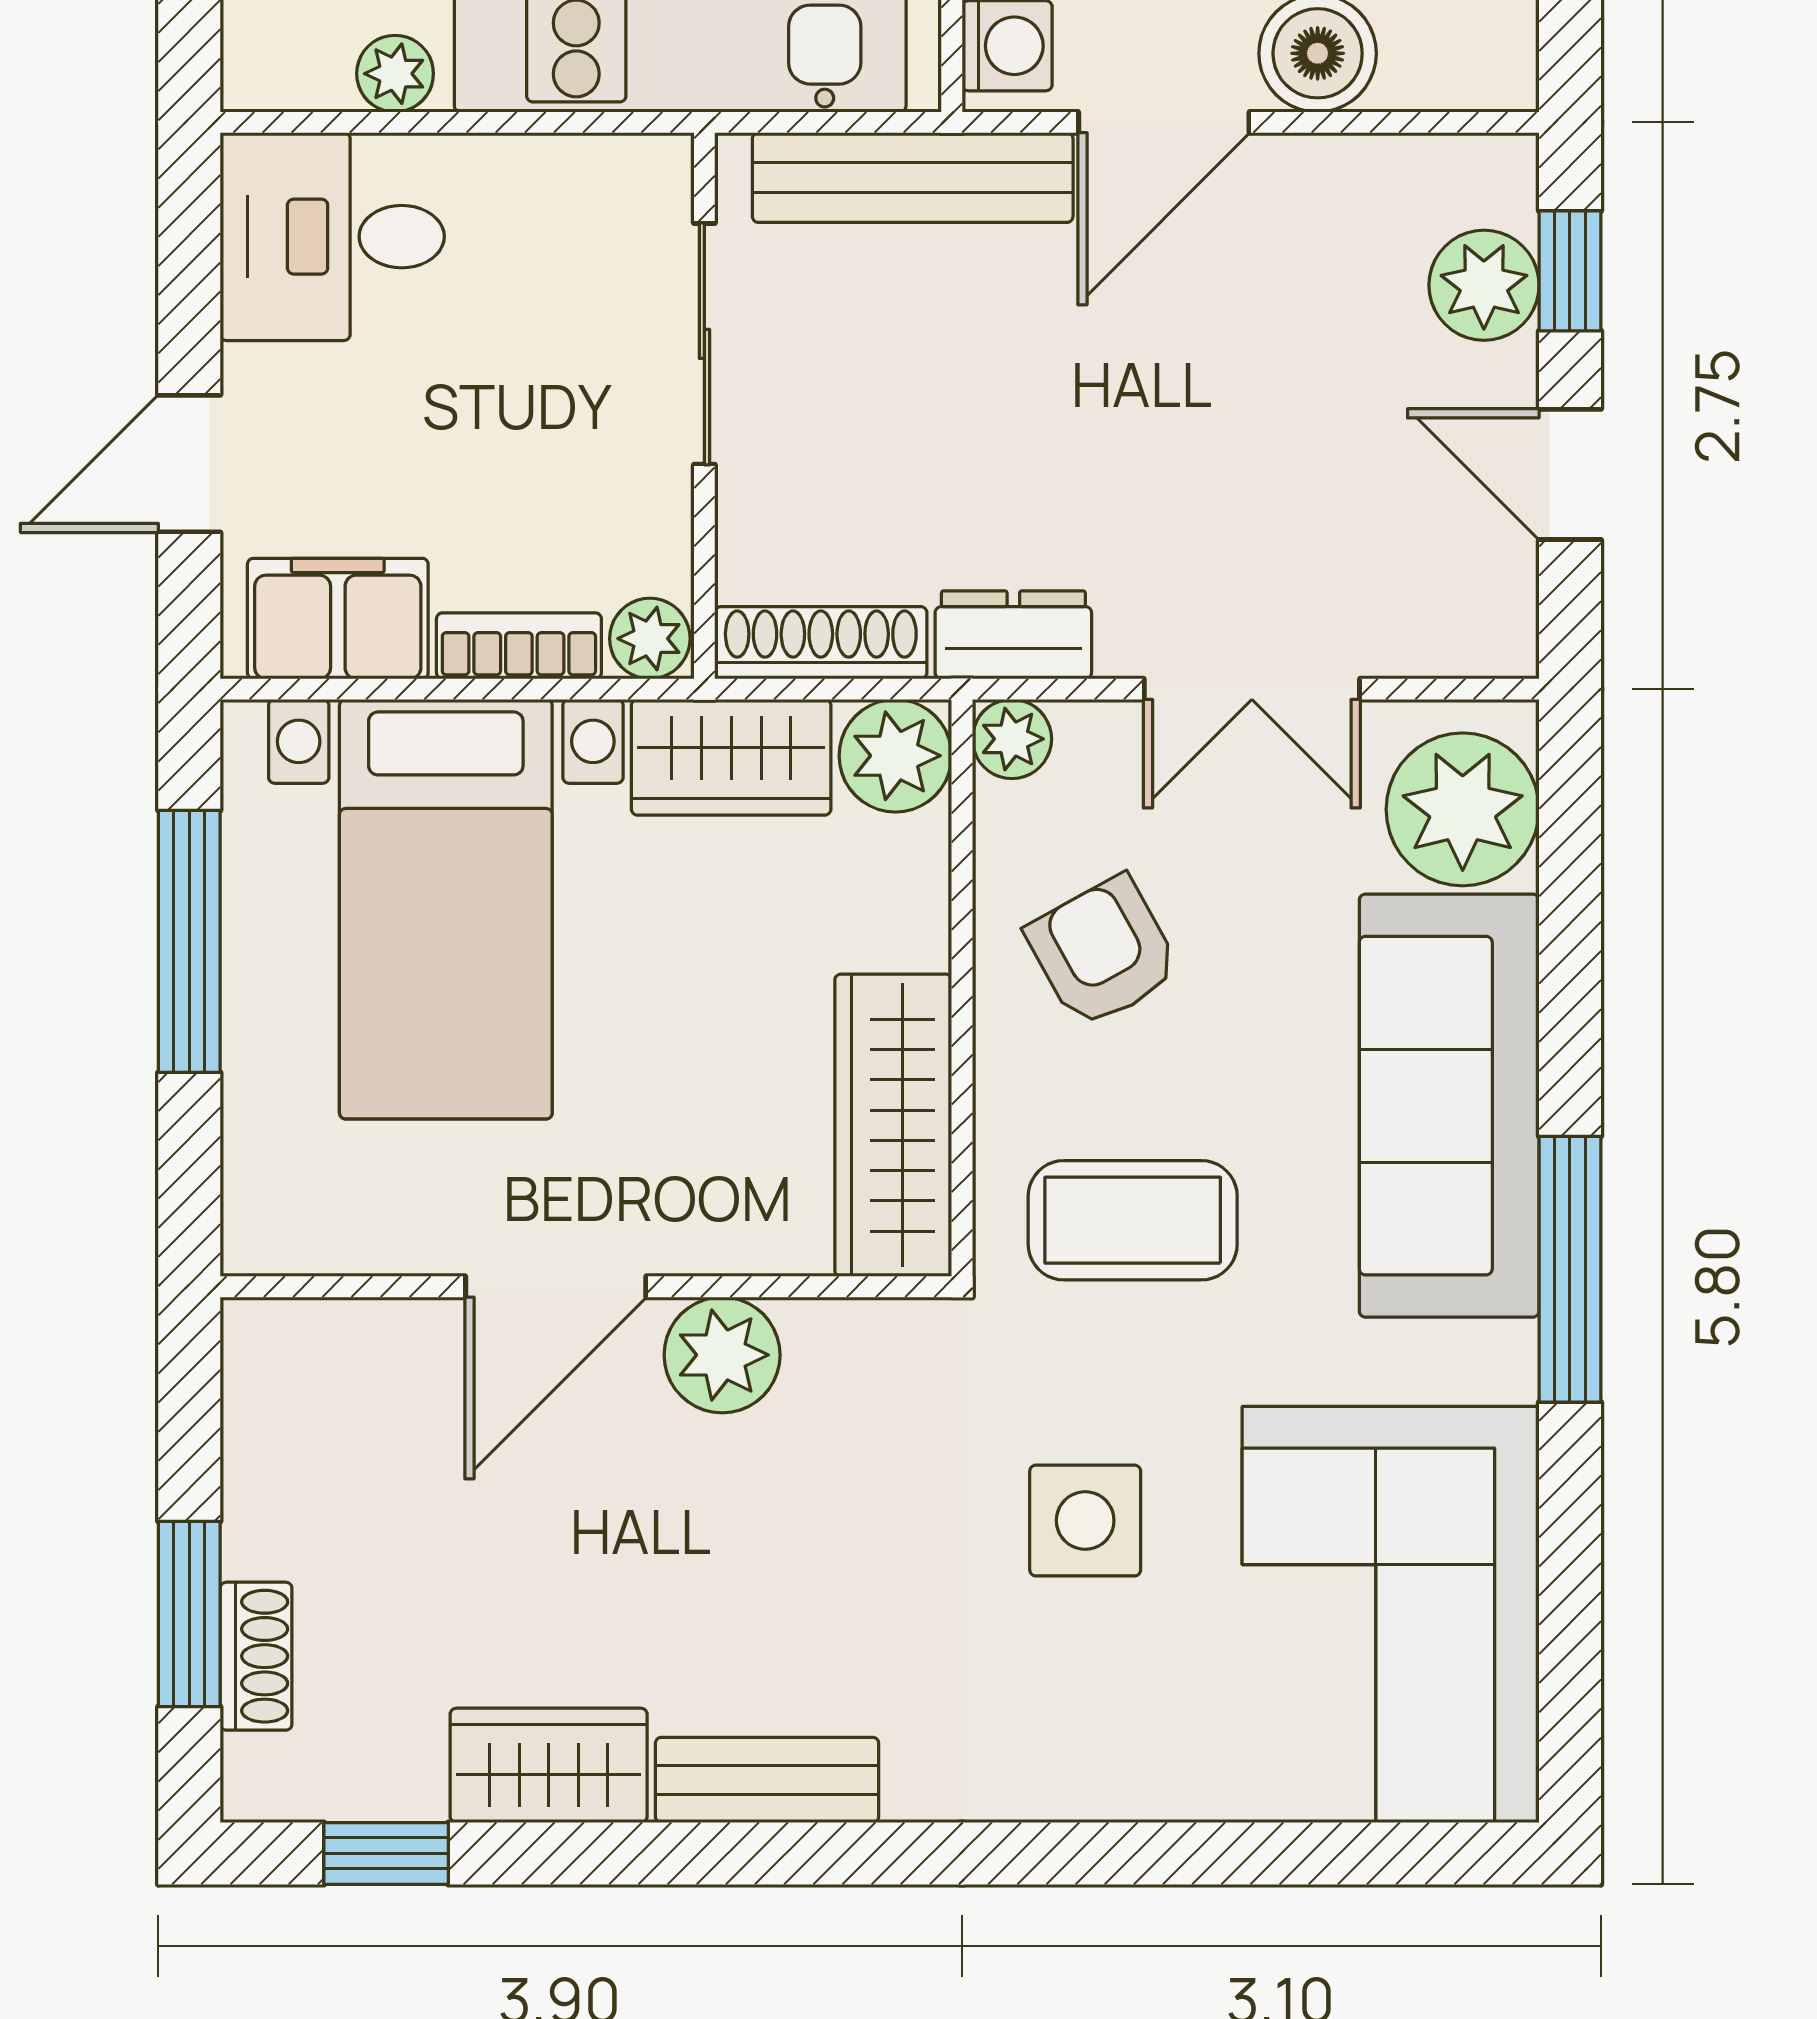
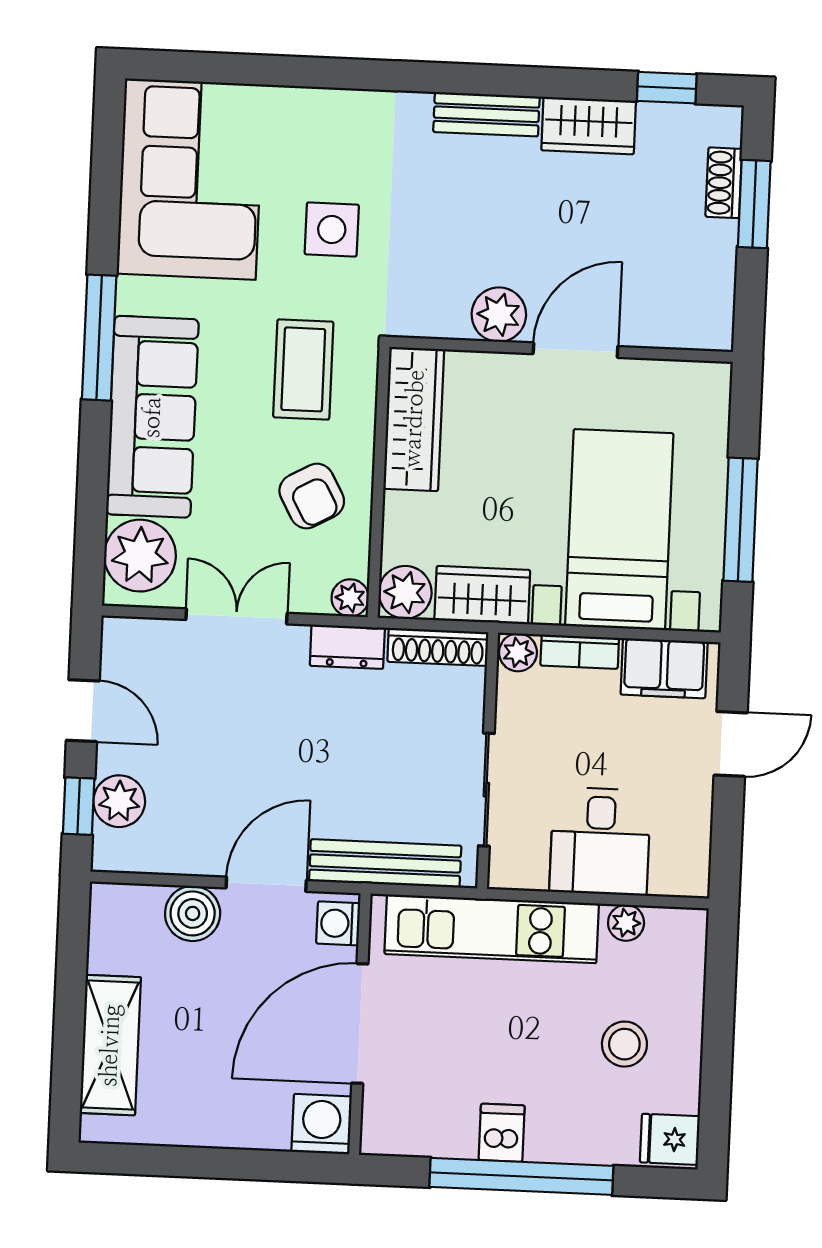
desk: (332, 237) -> (600, 841), moved, turned 90
coffee table: (1133, 1220) -> (303, 369), turned 90

